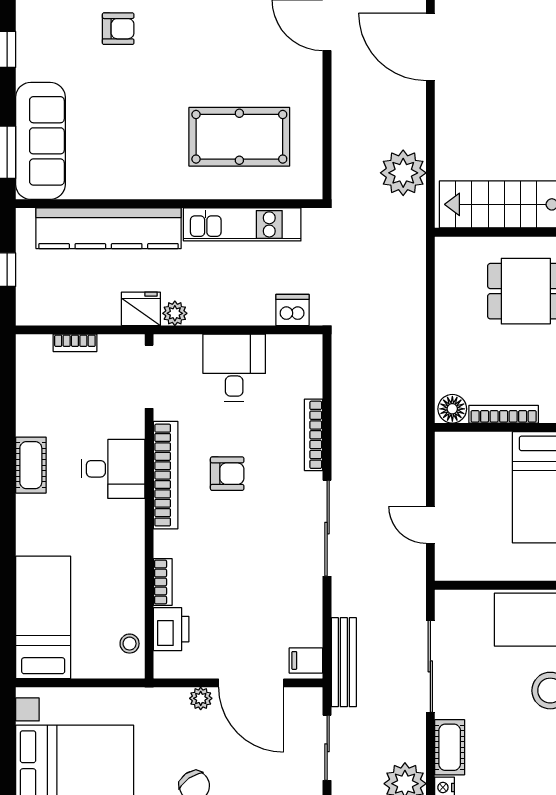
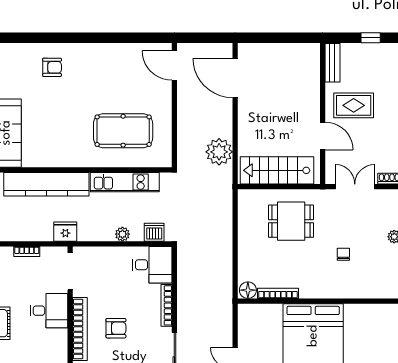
plant: (175, 313) -> (122, 234), moved
desk: (234, 368) -> (152, 265), moved, turned 90
desk: (113, 469) -> (49, 311), moved

